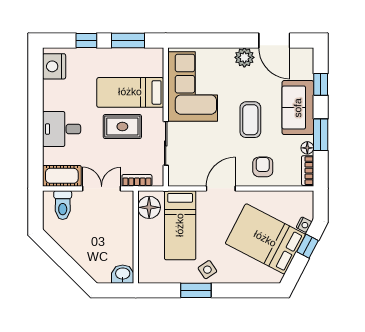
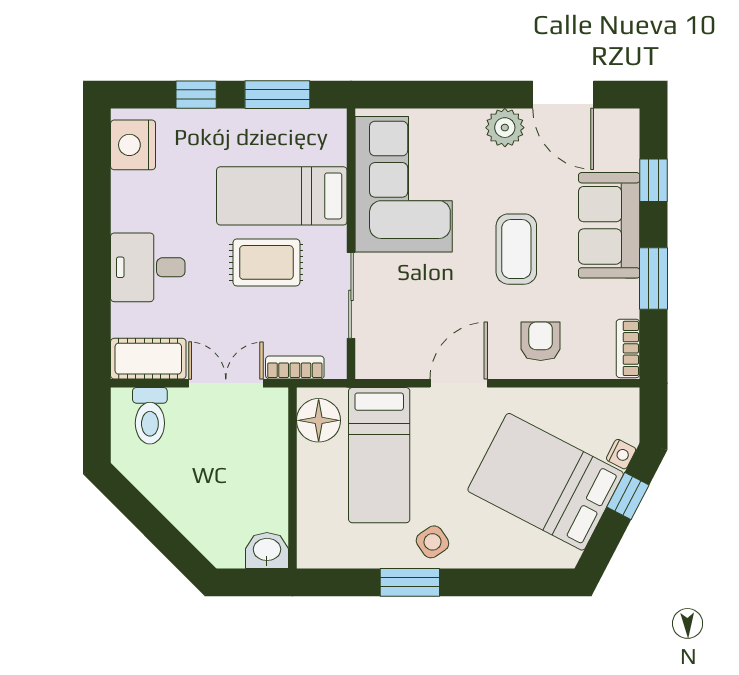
floor lamp: (307, 148) -> (627, 304), removed

